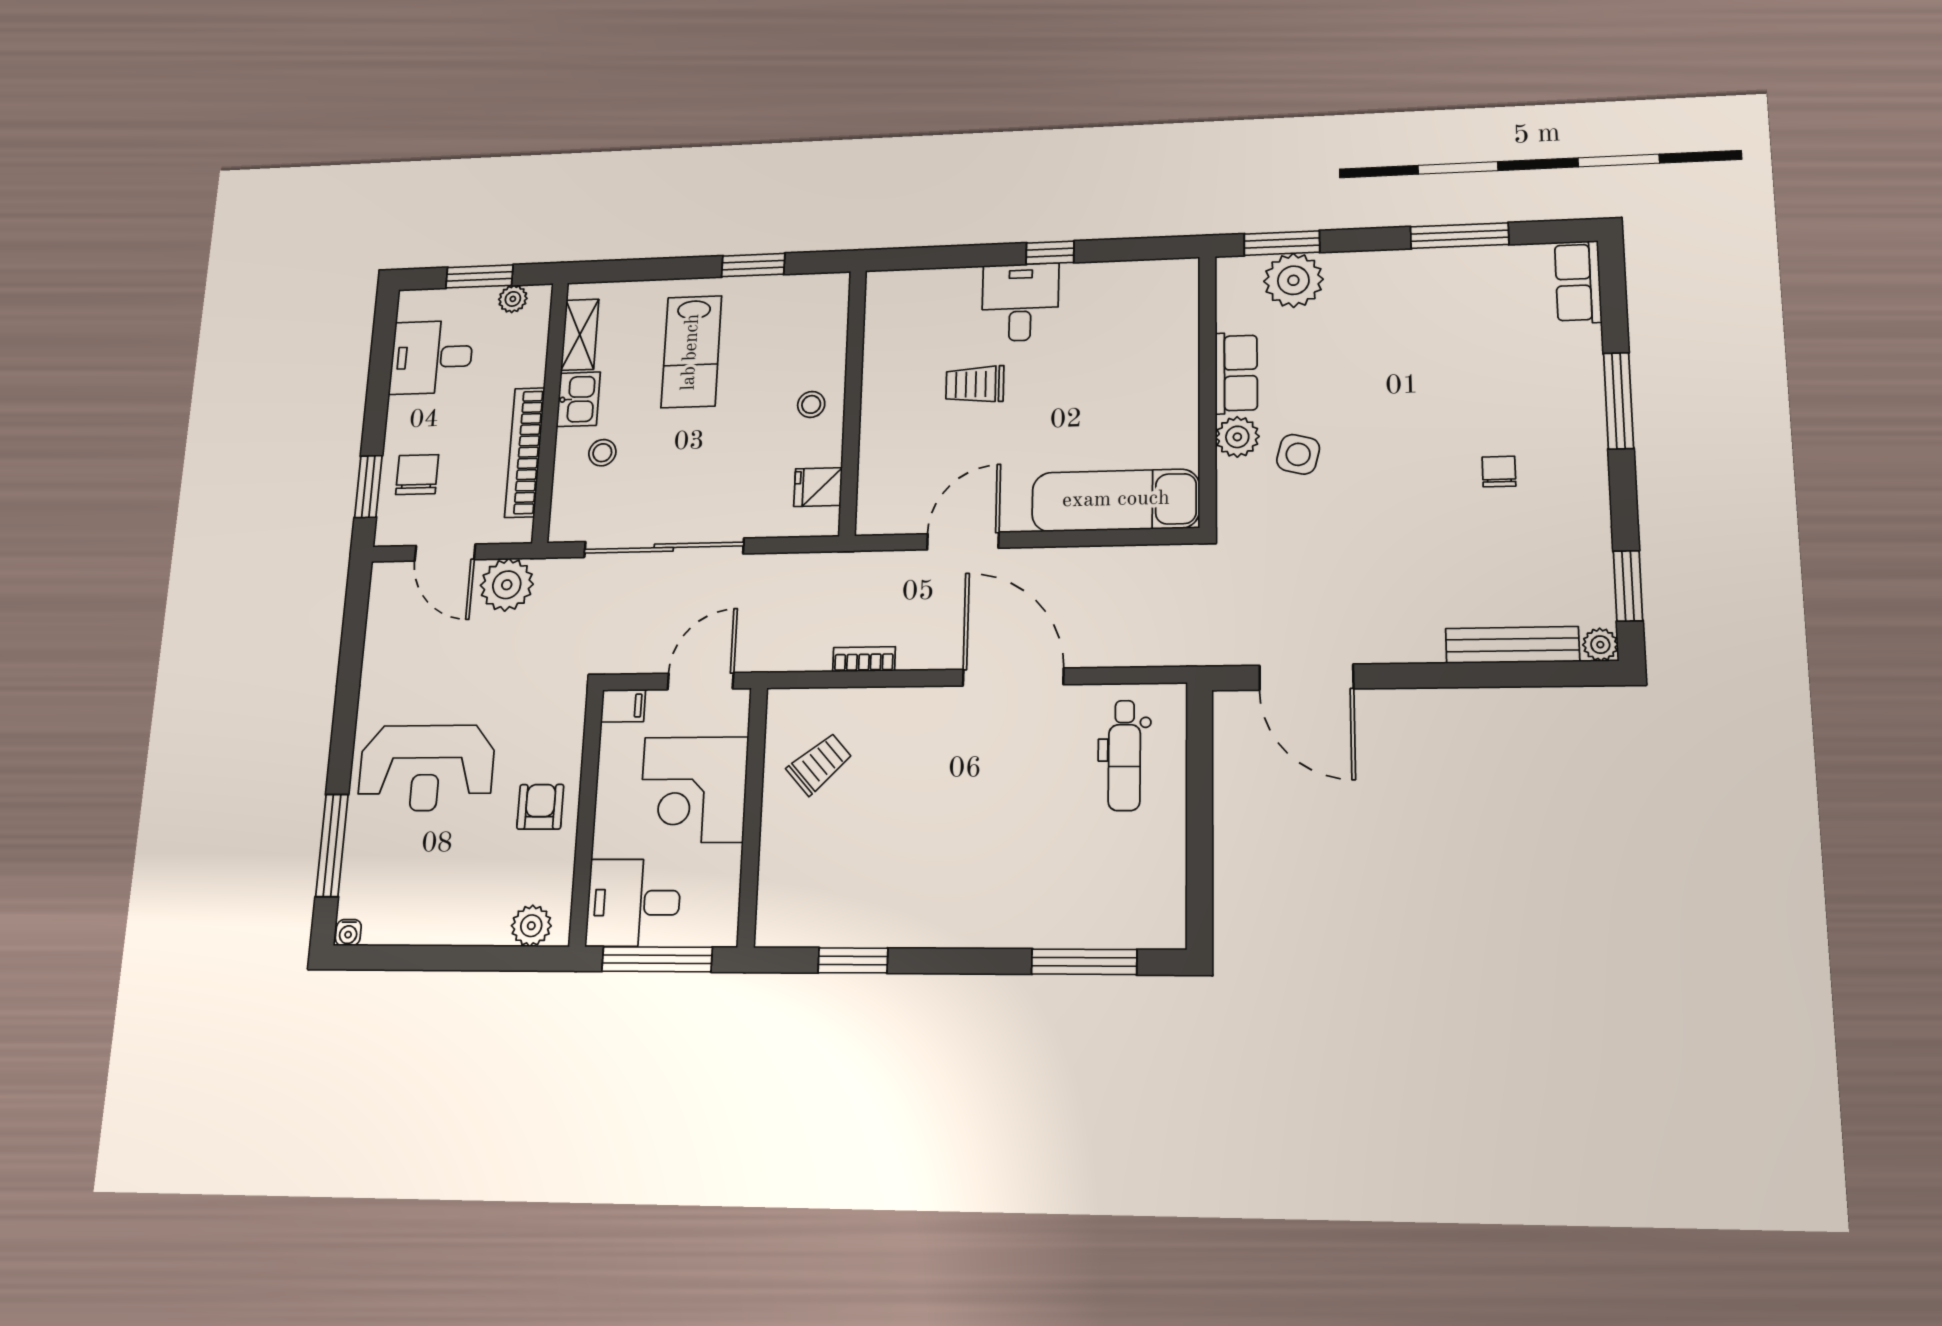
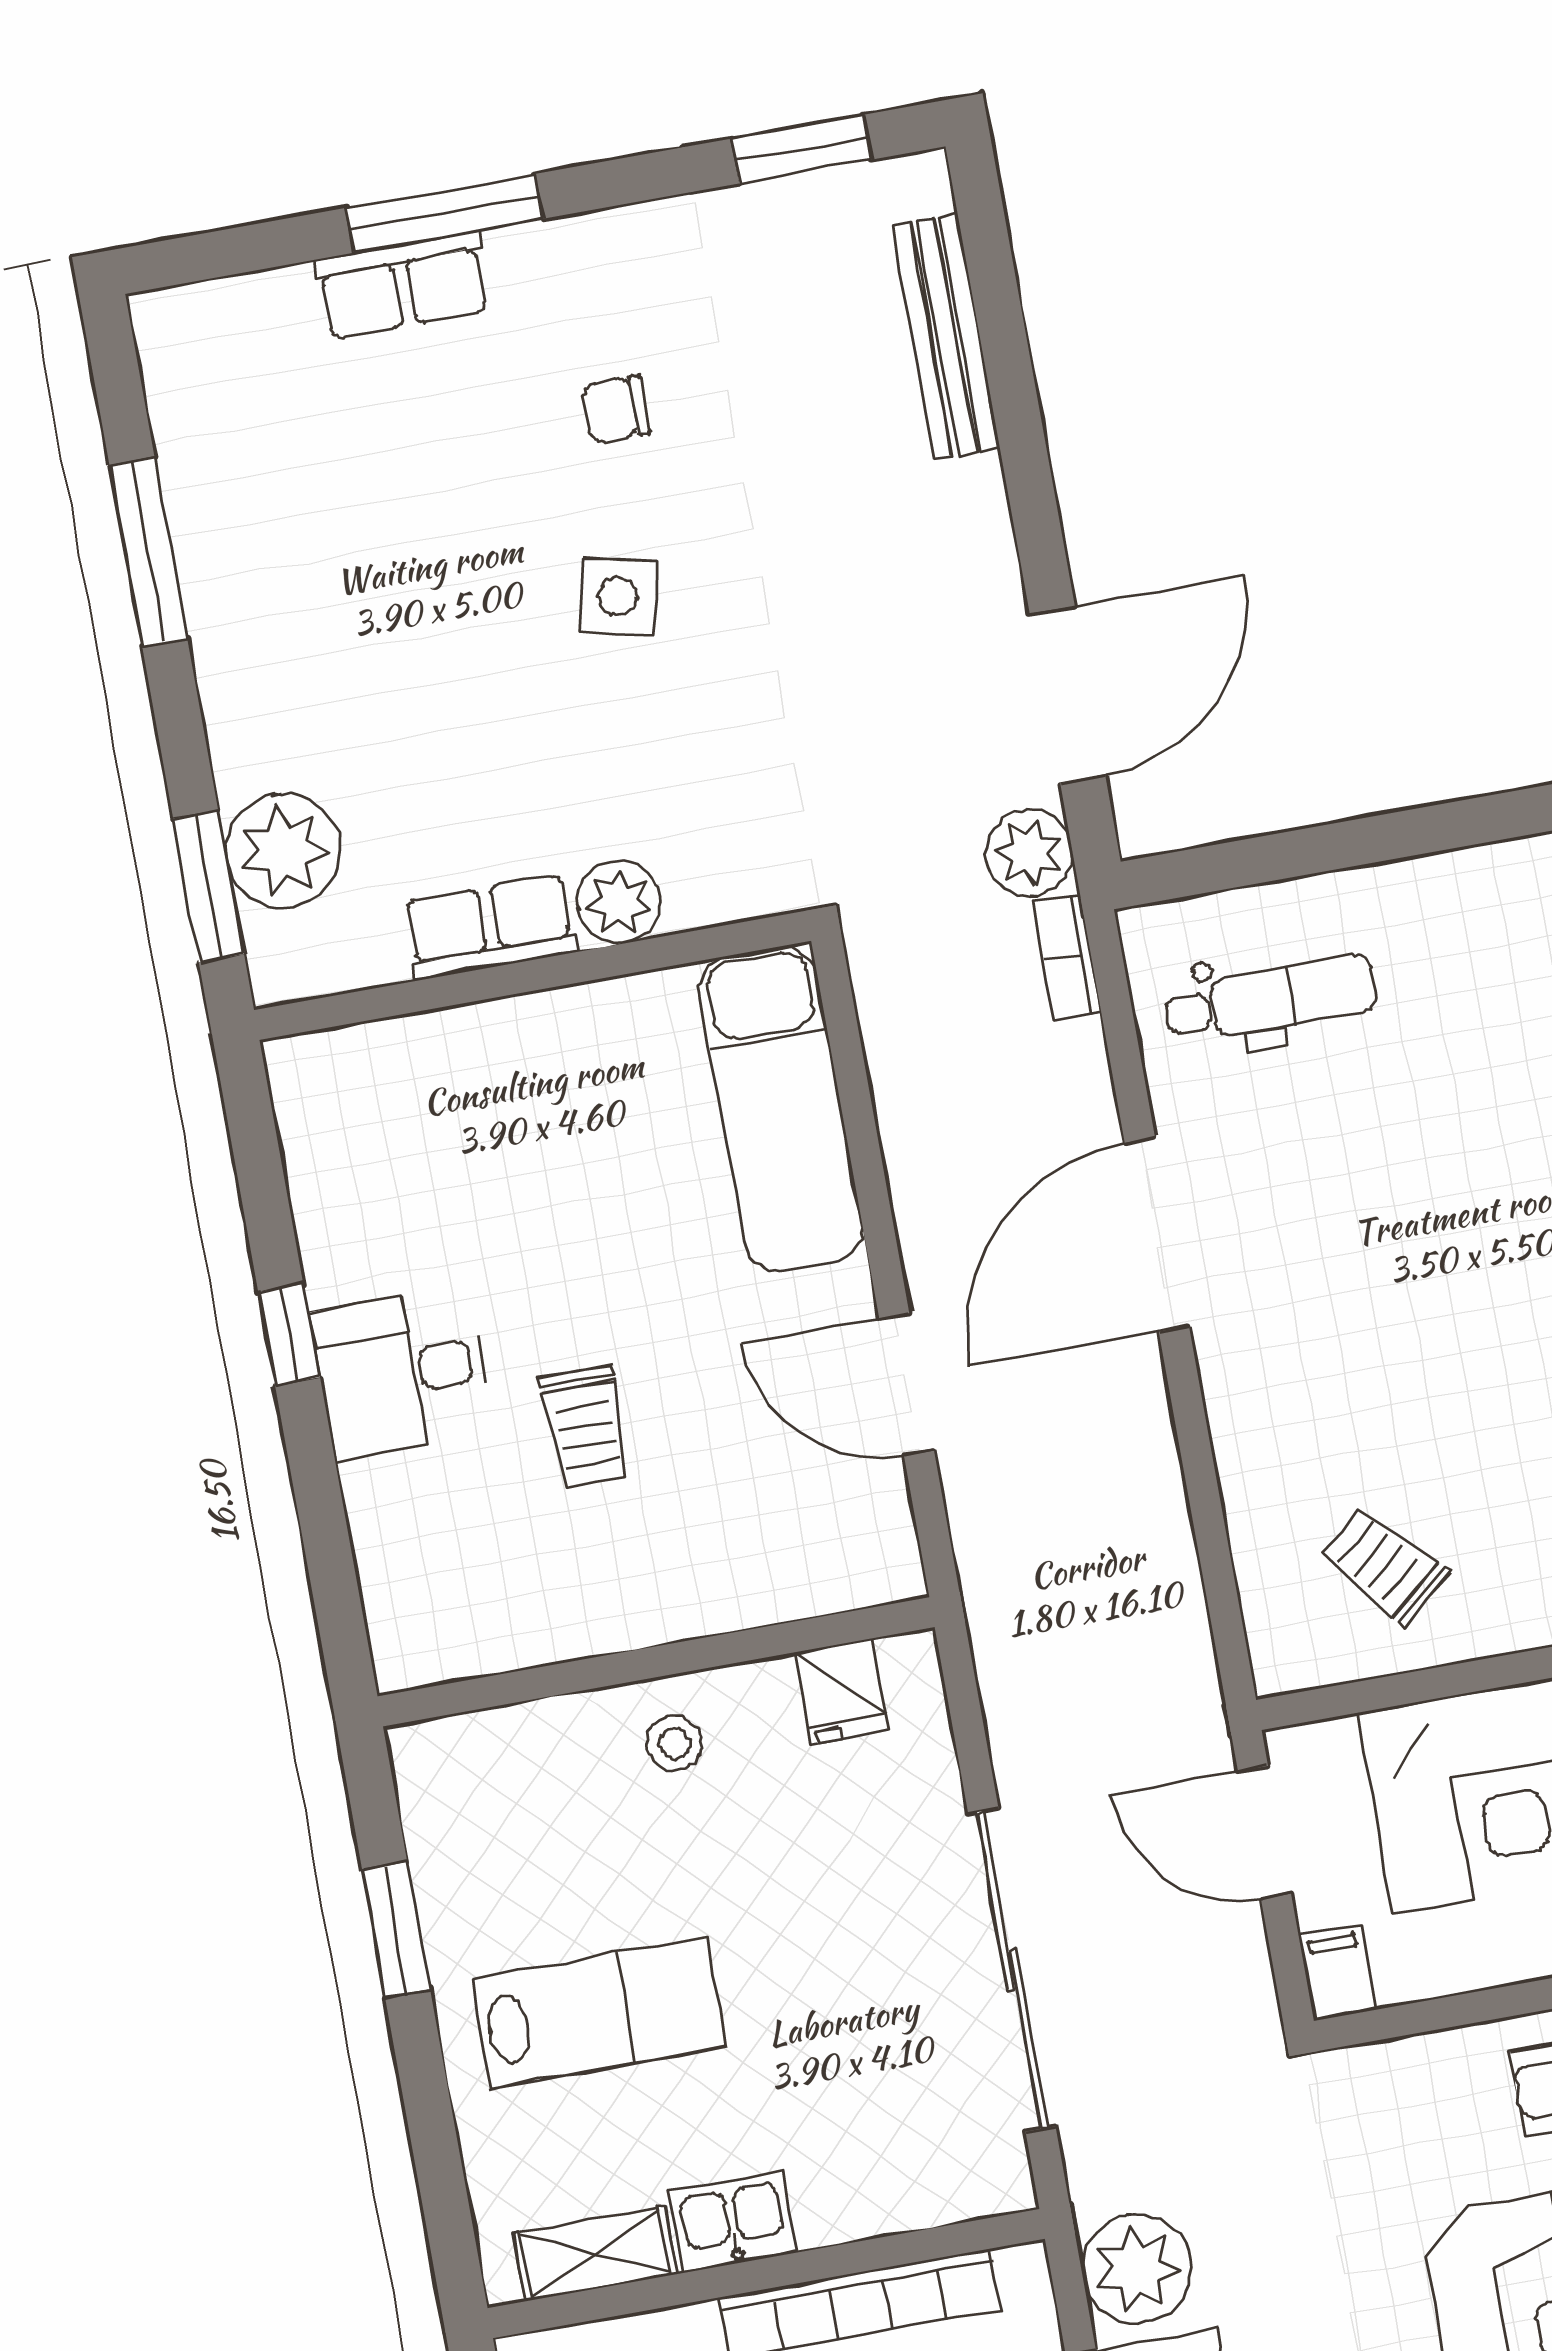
row of seats: (1578, 282) -> (403, 285), moved
stool: (602, 453) -> (837, 2143), removed
side table: (1298, 454) -> (618, 596), moved
plant: (1600, 645) -> (1029, 853), moved, width x1.38, depth x1.38
bookcase: (864, 659) -> (1067, 957), moved

